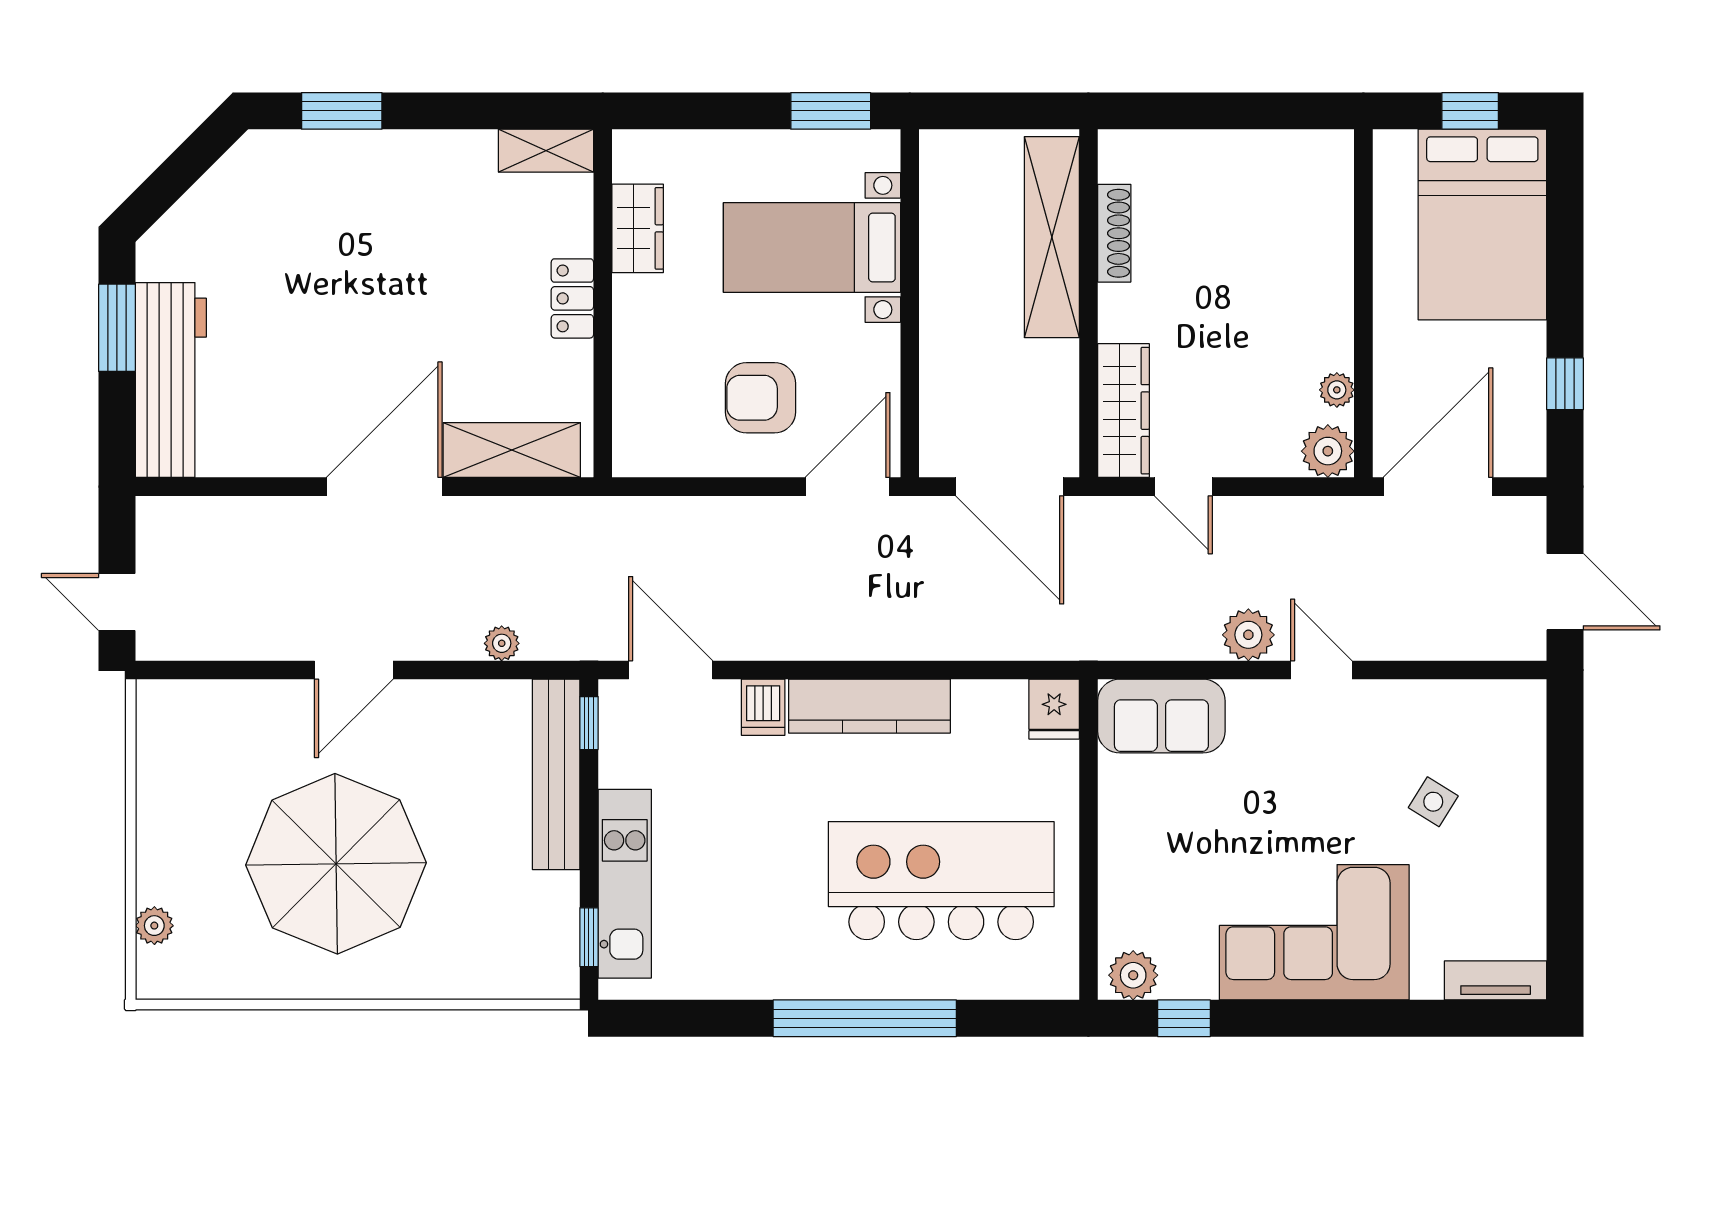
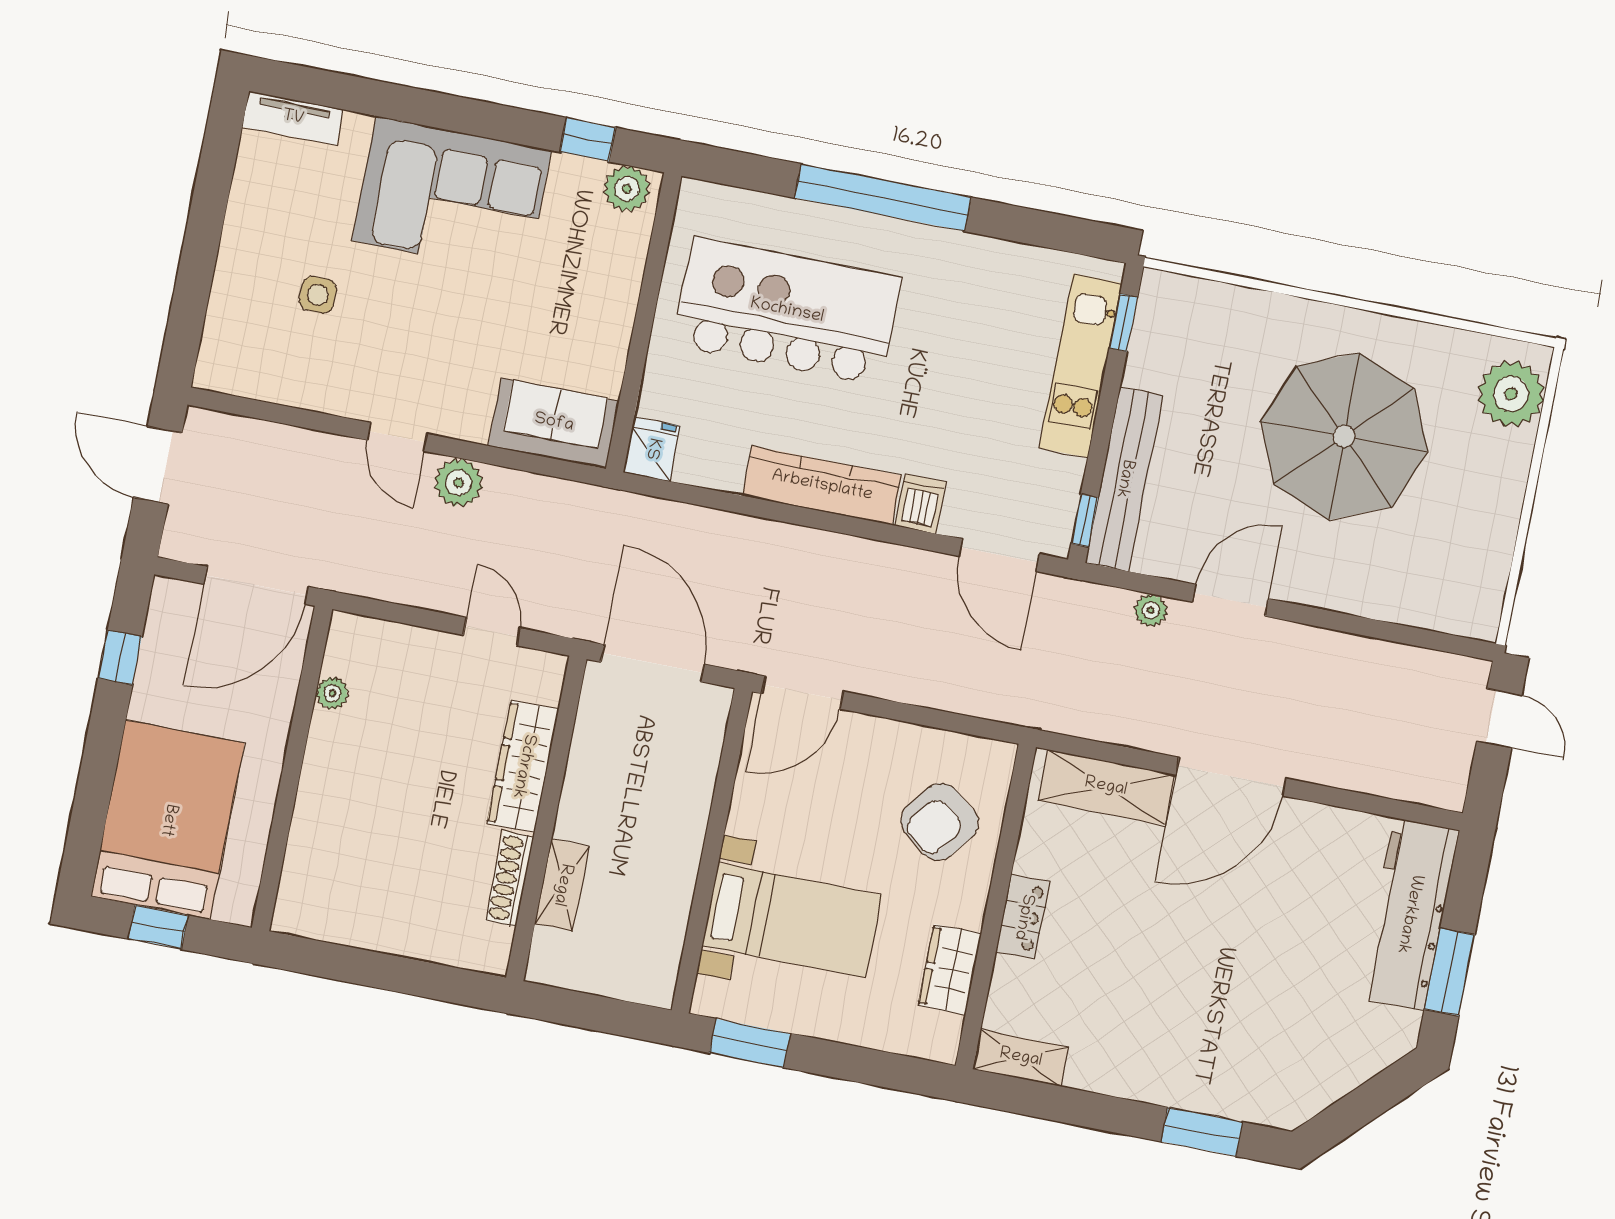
shelving: (1052, 237) -> (562, 885), width x0.45, depth x0.75
armchair: (760, 398) -> (940, 822), moved, turned 128
wardrobe: (1123, 411) -> (523, 766), moved
plant: (1328, 451) -> (352, 638), removed
door: (354, 670) -> (1230, 600), moved
side table: (1433, 802) -> (318, 295), turned -32
kitchen island: (941, 881) -> (787, 311), turned 180
plant: (154, 926) -> (1511, 394), width x1.88, depth x1.88

